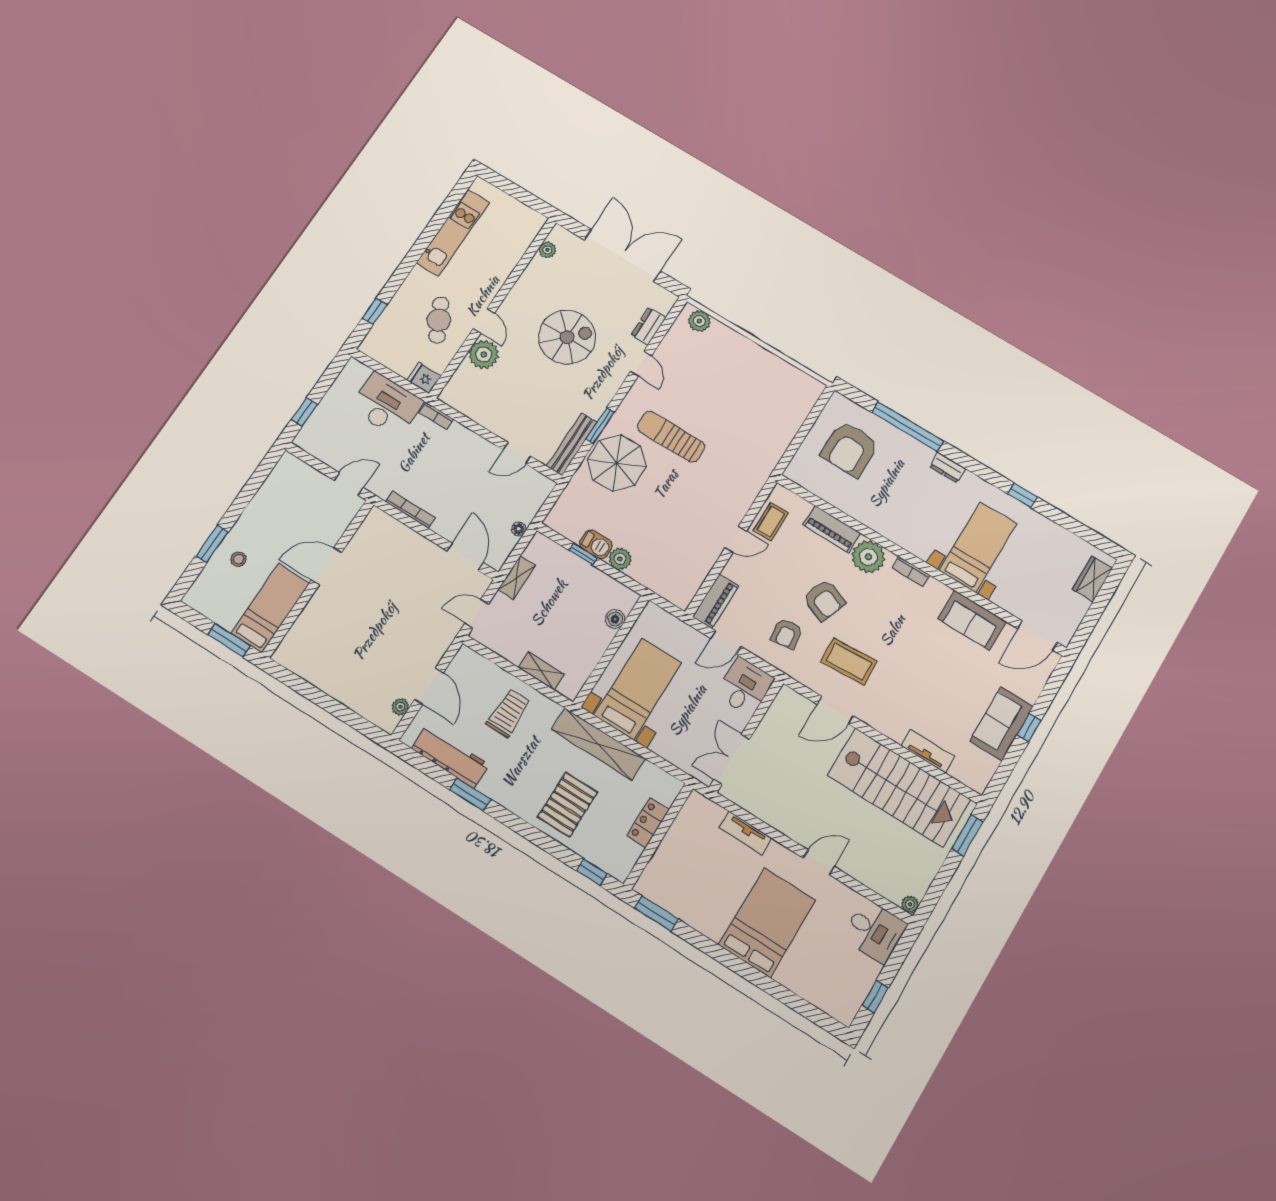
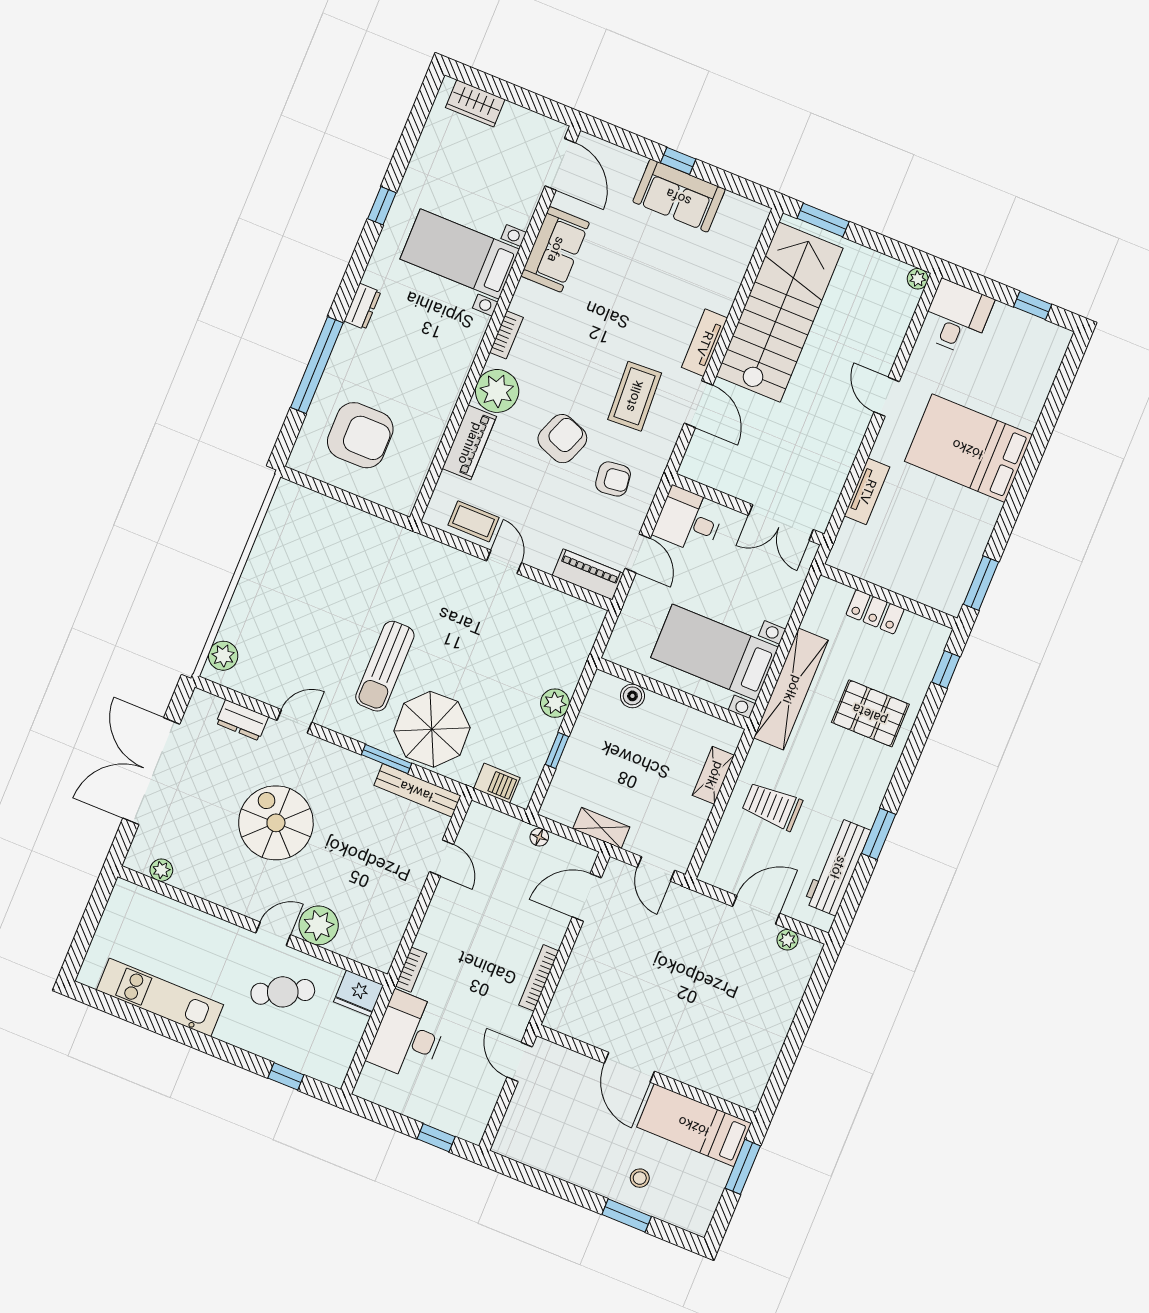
fridge: (424, 378) -> (359, 993), width x1.38
barbecue: (596, 544) -> (497, 783), moved, turned 90
tv unit: (928, 751) -> (704, 343), moved

